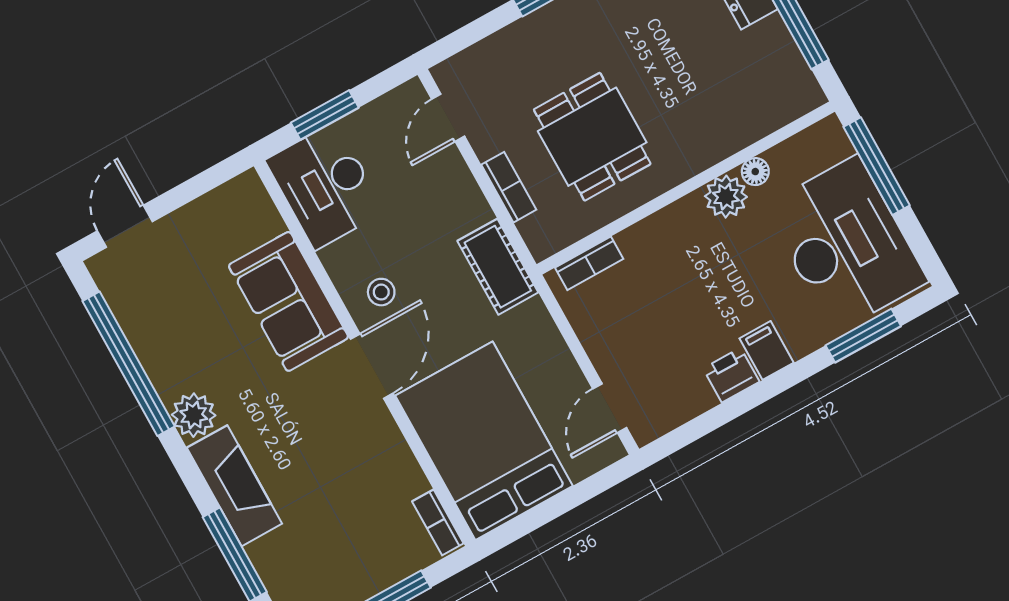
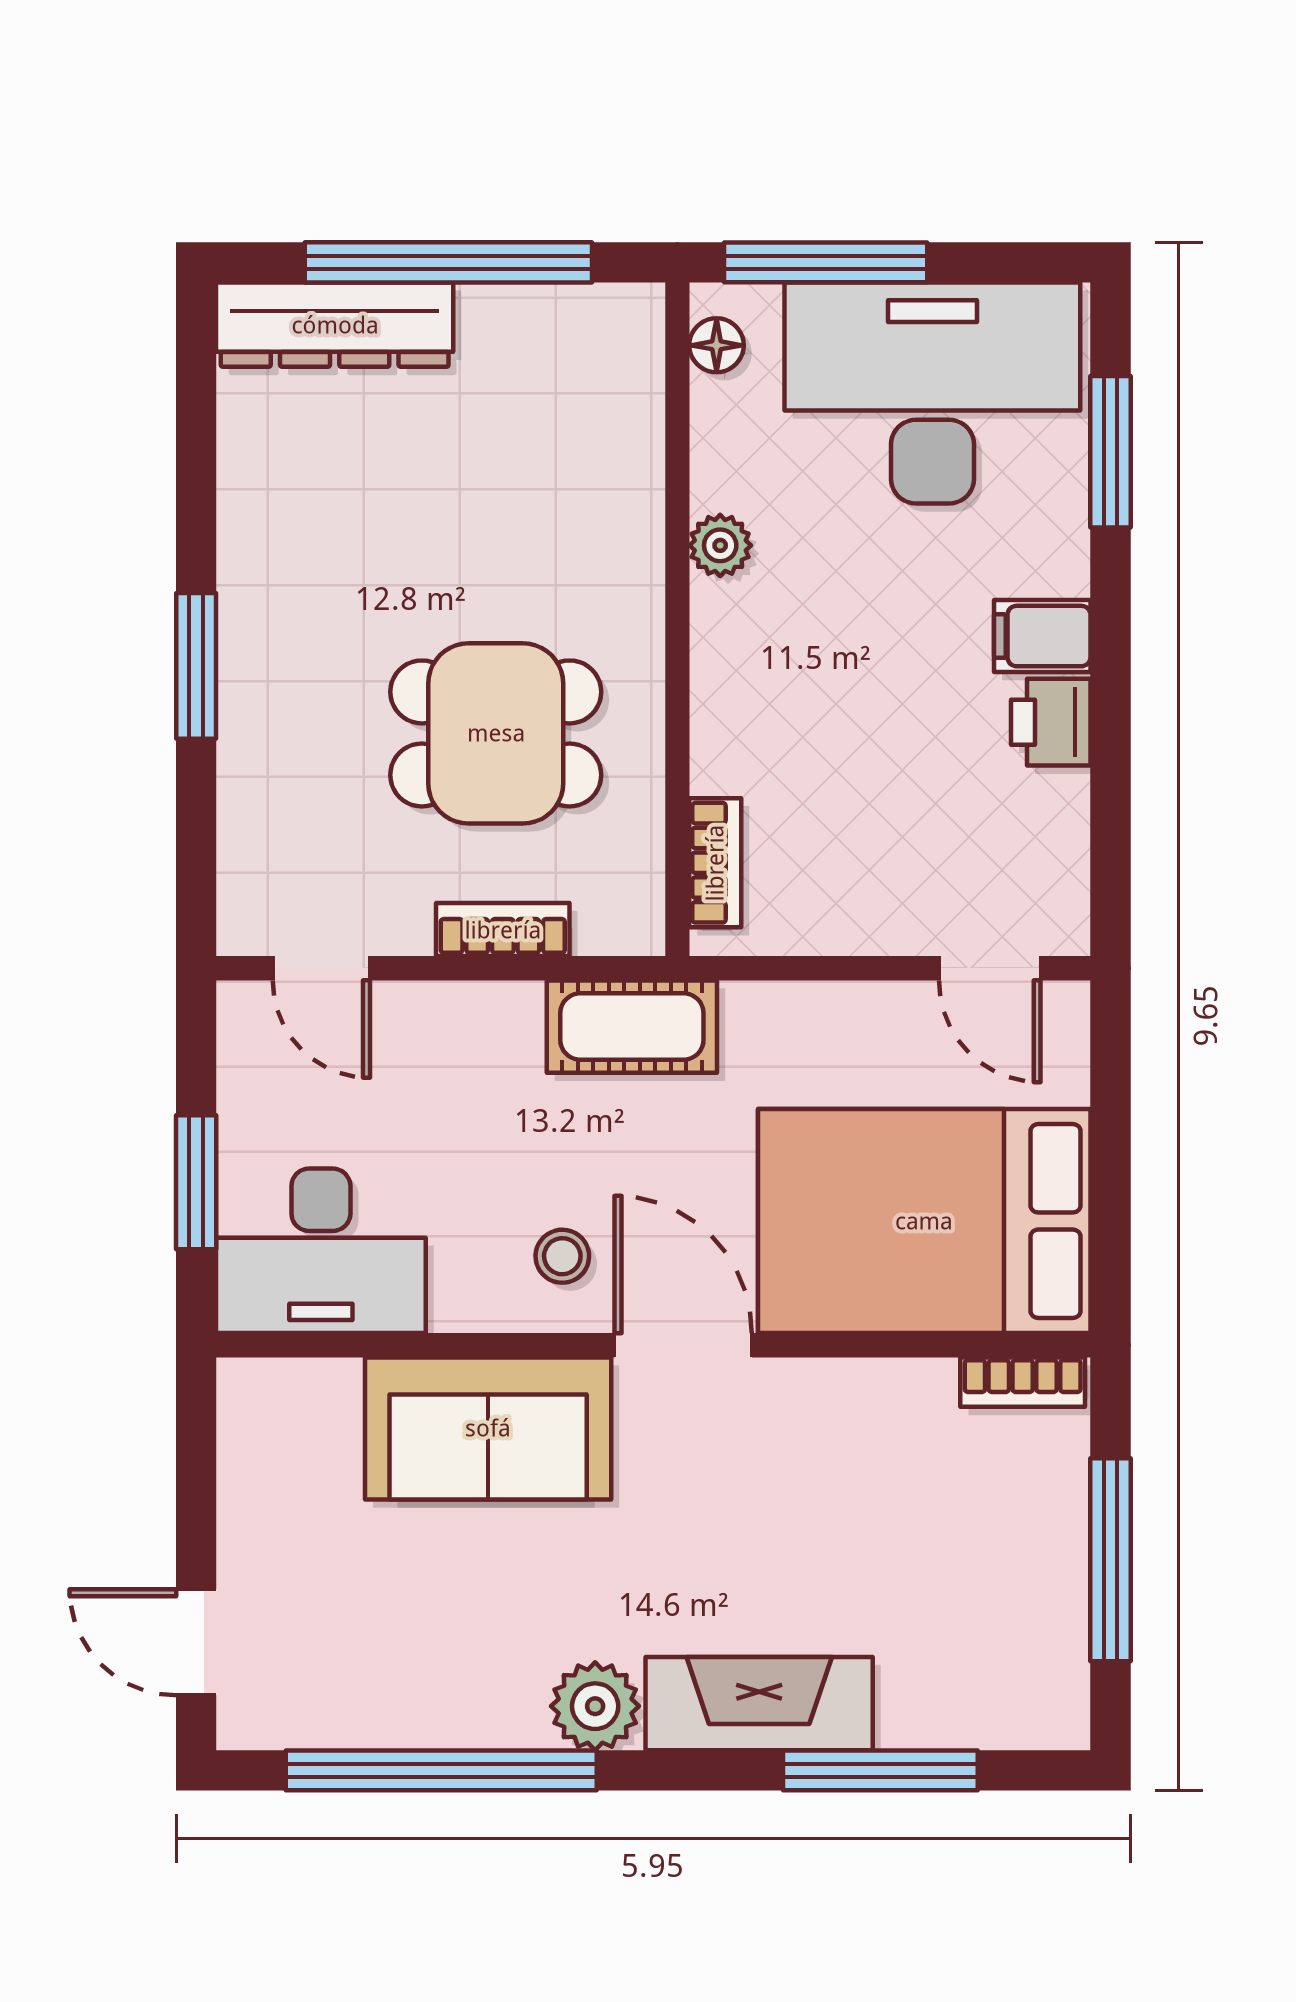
floor lamp: (755, 172) -> (717, 345), moved
plant: (726, 197) -> (720, 545), width x0.73, depth x0.73

